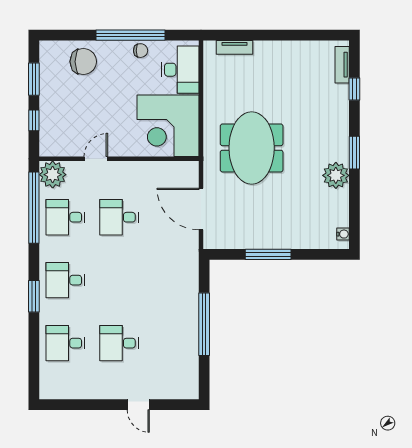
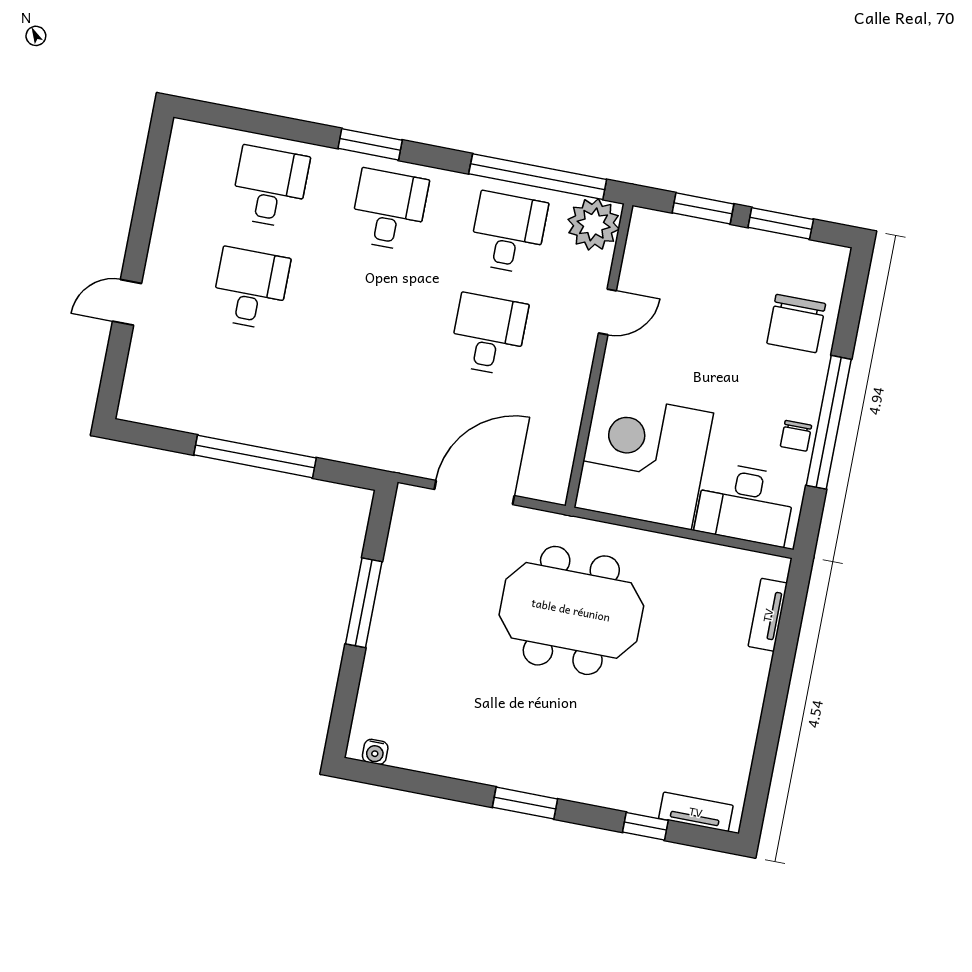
window: (34, 120) -> (703, 208), width x1.50
door: (96, 159) -> (607, 312), hinge flipped
plant: (336, 175) -> (489, 760), removed

